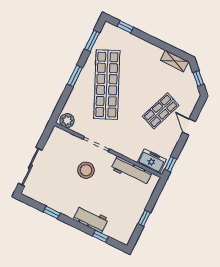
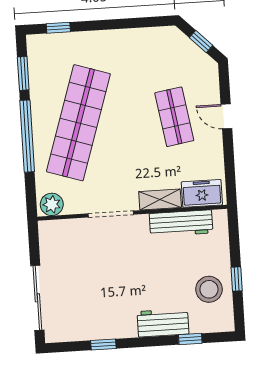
shelving: (174, 61) -> (160, 200), moved
window: (75, 76) -> (27, 136), width x2.11
shop shelf: (107, 85) -> (78, 123), turned 42
shop shelf: (161, 111) -> (174, 117), turned -30
window: (171, 164) -> (231, 183), removed
stool: (86, 170) -> (209, 289), moved

